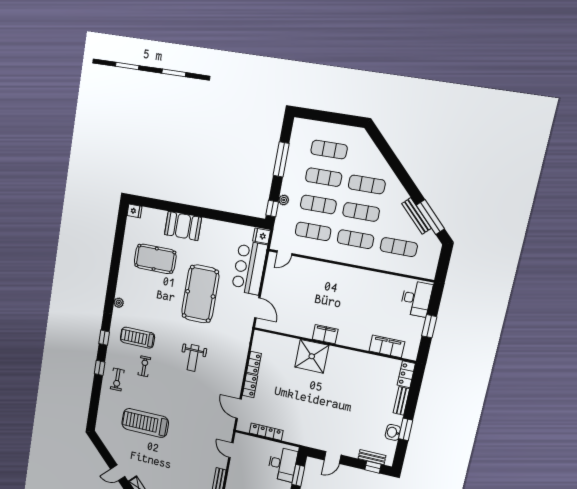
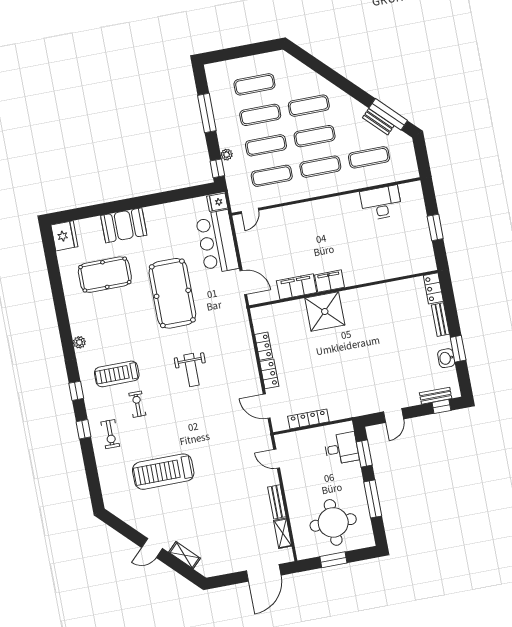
fridge: (134, 211) -> (64, 236), width x1.88, depth x1.34
bench: (417, 216) -> (378, 122), width x0.73
desk: (416, 299) -> (381, 203), moved, turned -90
filing cabinet: (387, 346) -> (297, 287), moved
desk: (282, 464) -> (341, 448), width x0.73

